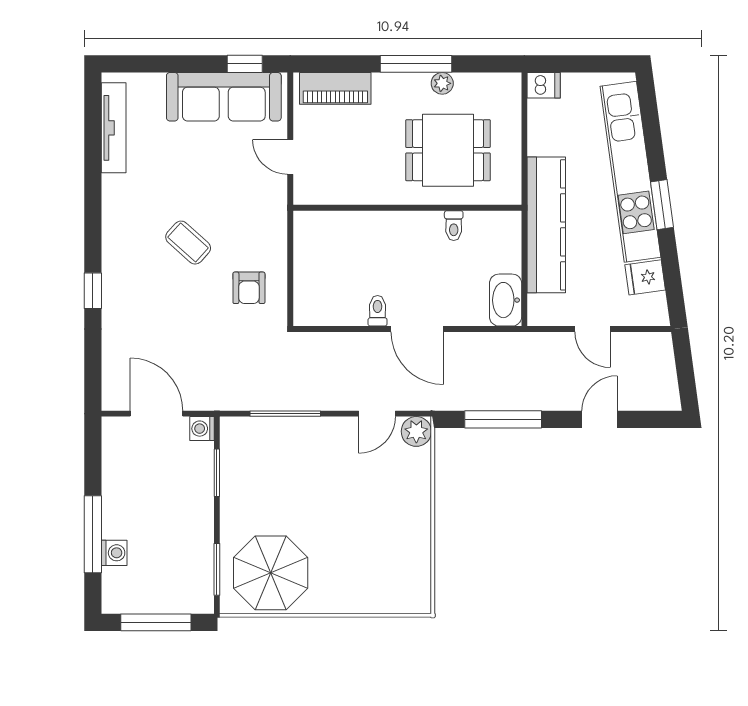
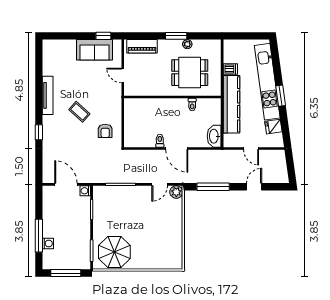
window: (416, 64) -> (176, 36), width x0.69
dishwasher: (544, 85) -> (230, 69), moved
sofa: (224, 97) -> (95, 50), width x0.73
tv unit: (114, 128) -> (48, 95), moved

